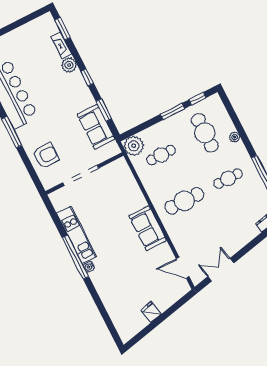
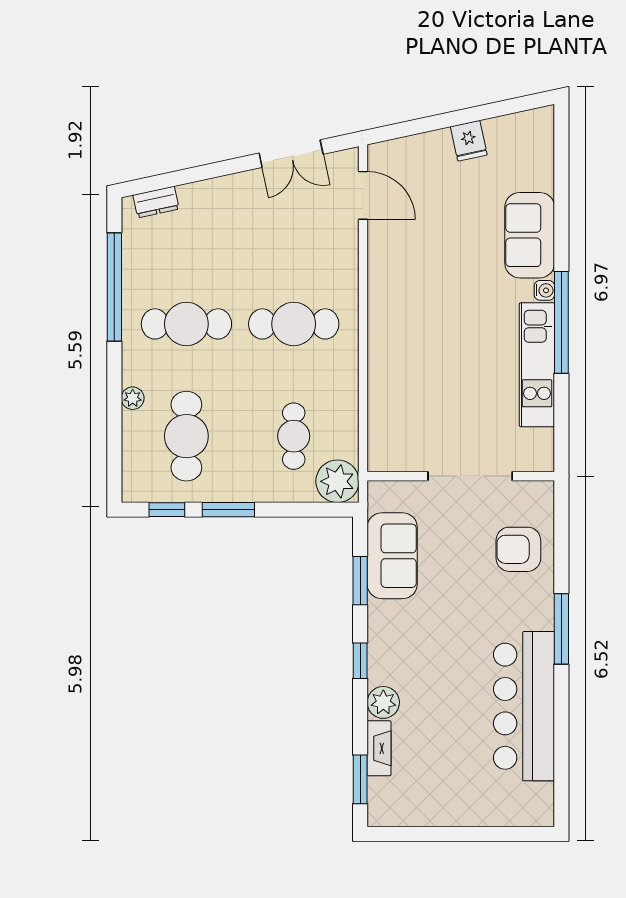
cafe table: (161, 155) -> (294, 436), turned 90
cafe table: (228, 179) -> (186, 324), width x1.37, depth x1.35
sofa: (148, 228) -> (530, 235), moved, turned 180

